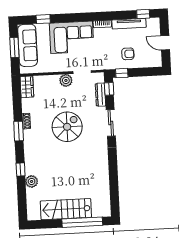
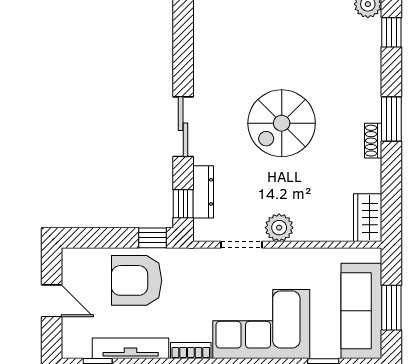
armchair: (128, 54) -> (137, 280), width x1.88, depth x1.88

